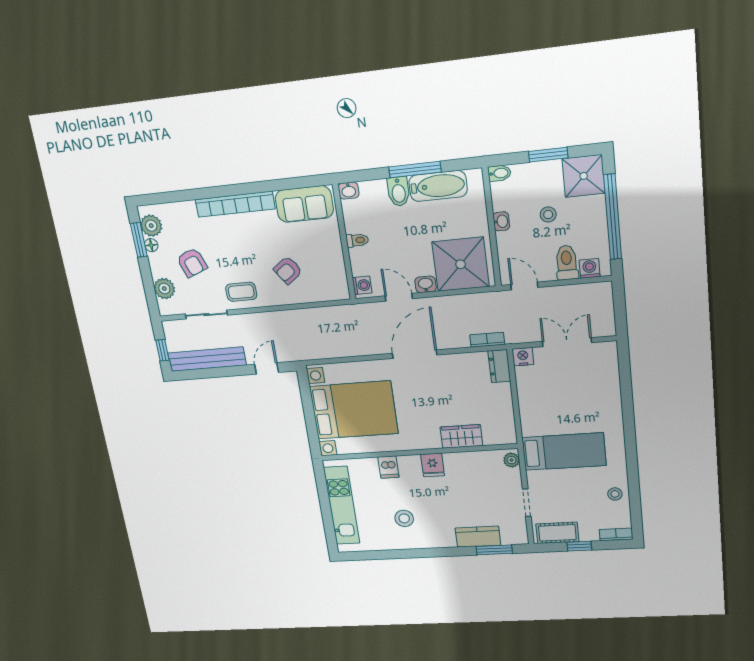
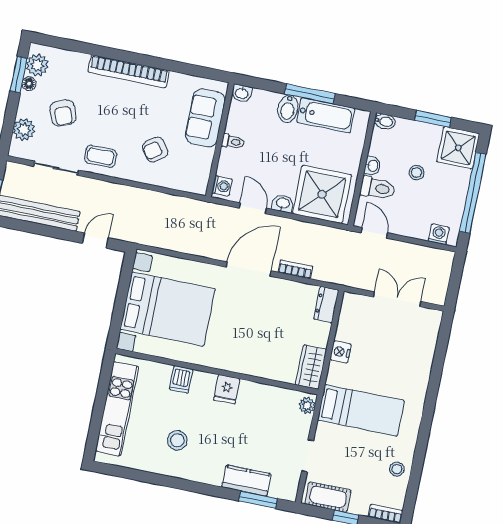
sofa: (304, 204) -> (205, 118), moved, turned 90
toilet: (567, 263) -> (378, 188), moved, turned 90
bookcase: (487, 340) -> (295, 269), moved
nightstand: (523, 357) -> (341, 352), moved, turned -90
wardrobe: (461, 436) -> (311, 367), moved, turned -90

